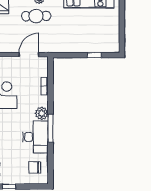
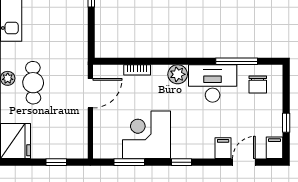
door: (29, 55) -> (90, 93), swing flipped
window: (50, 128) -> (237, 61), moved

